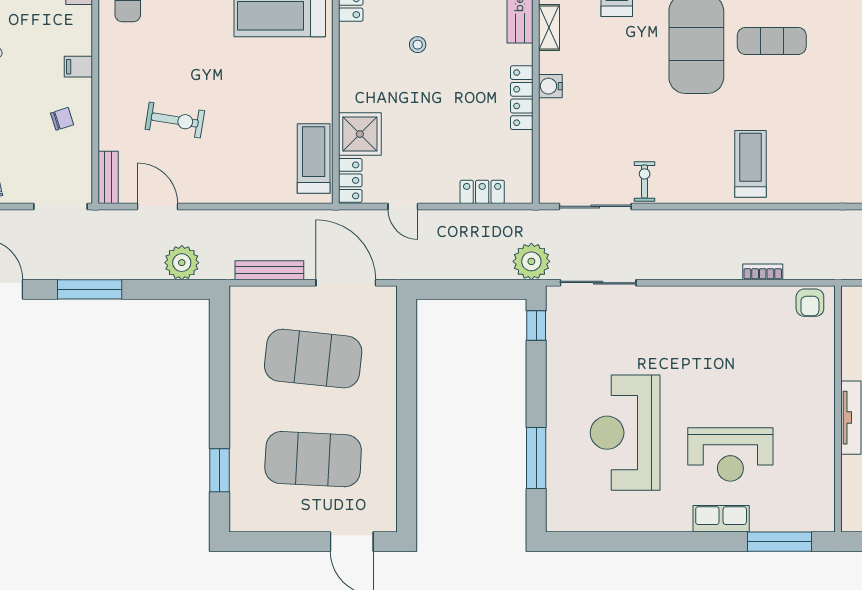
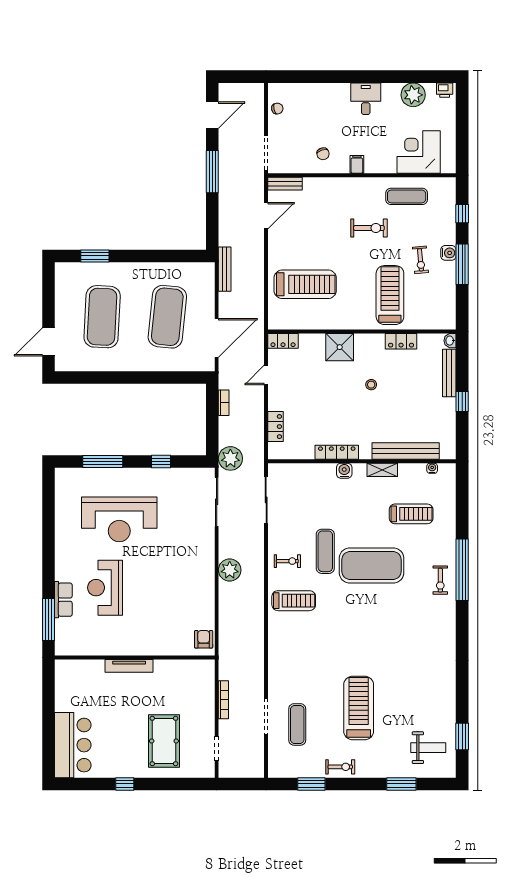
exercise mat: (772, 41) -> (325, 551), moved
exercise bike: (175, 120) -> (369, 228), moved, turned -99
shower: (360, 134) -> (340, 347), moved
treadmill: (314, 159) -> (305, 284), moved, width x1.37, depth x1.38
exercise bike: (645, 181) -> (287, 561), moved
plant: (182, 263) -> (230, 570), moved
bench: (269, 270) -> (225, 269), moved
bookcase: (763, 272) -> (224, 403), moved
armchair: (810, 303) -> (204, 639), turned 90
window: (536, 326) -> (161, 462), moved
reception desk: (625, 433) -> (119, 519), turned 180
row of seats: (721, 519) -> (63, 600), moved

